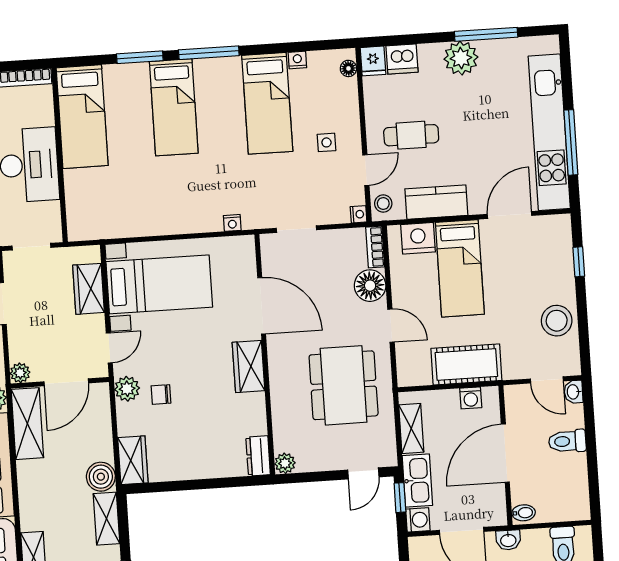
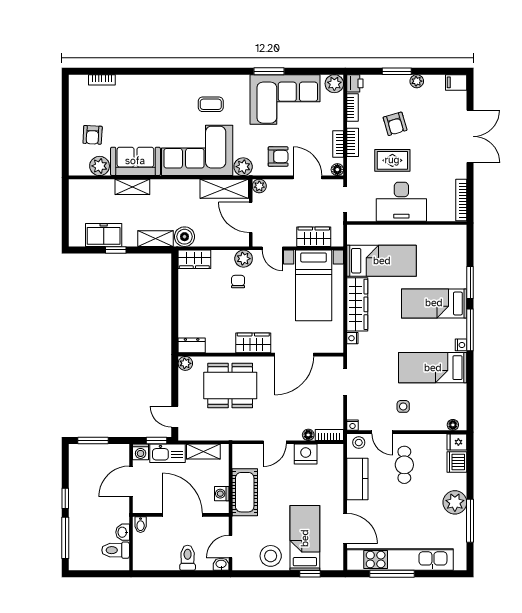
nightstand: (297, 60) -> (461, 345), moved
bed: (82, 117) -> (382, 261), moved, turned 180
wardrobe: (183, 219) -> (357, 304), added
nightstand: (418, 238) -> (306, 454), moved, turned -90
bed: (460, 268) -> (305, 538), moved, turned 90
floor lamp: (370, 286) -> (308, 435), width x0.53, depth x0.53
dining table: (344, 385) -> (230, 386), moved
washbasin: (508, 540) -> (123, 532), moved

